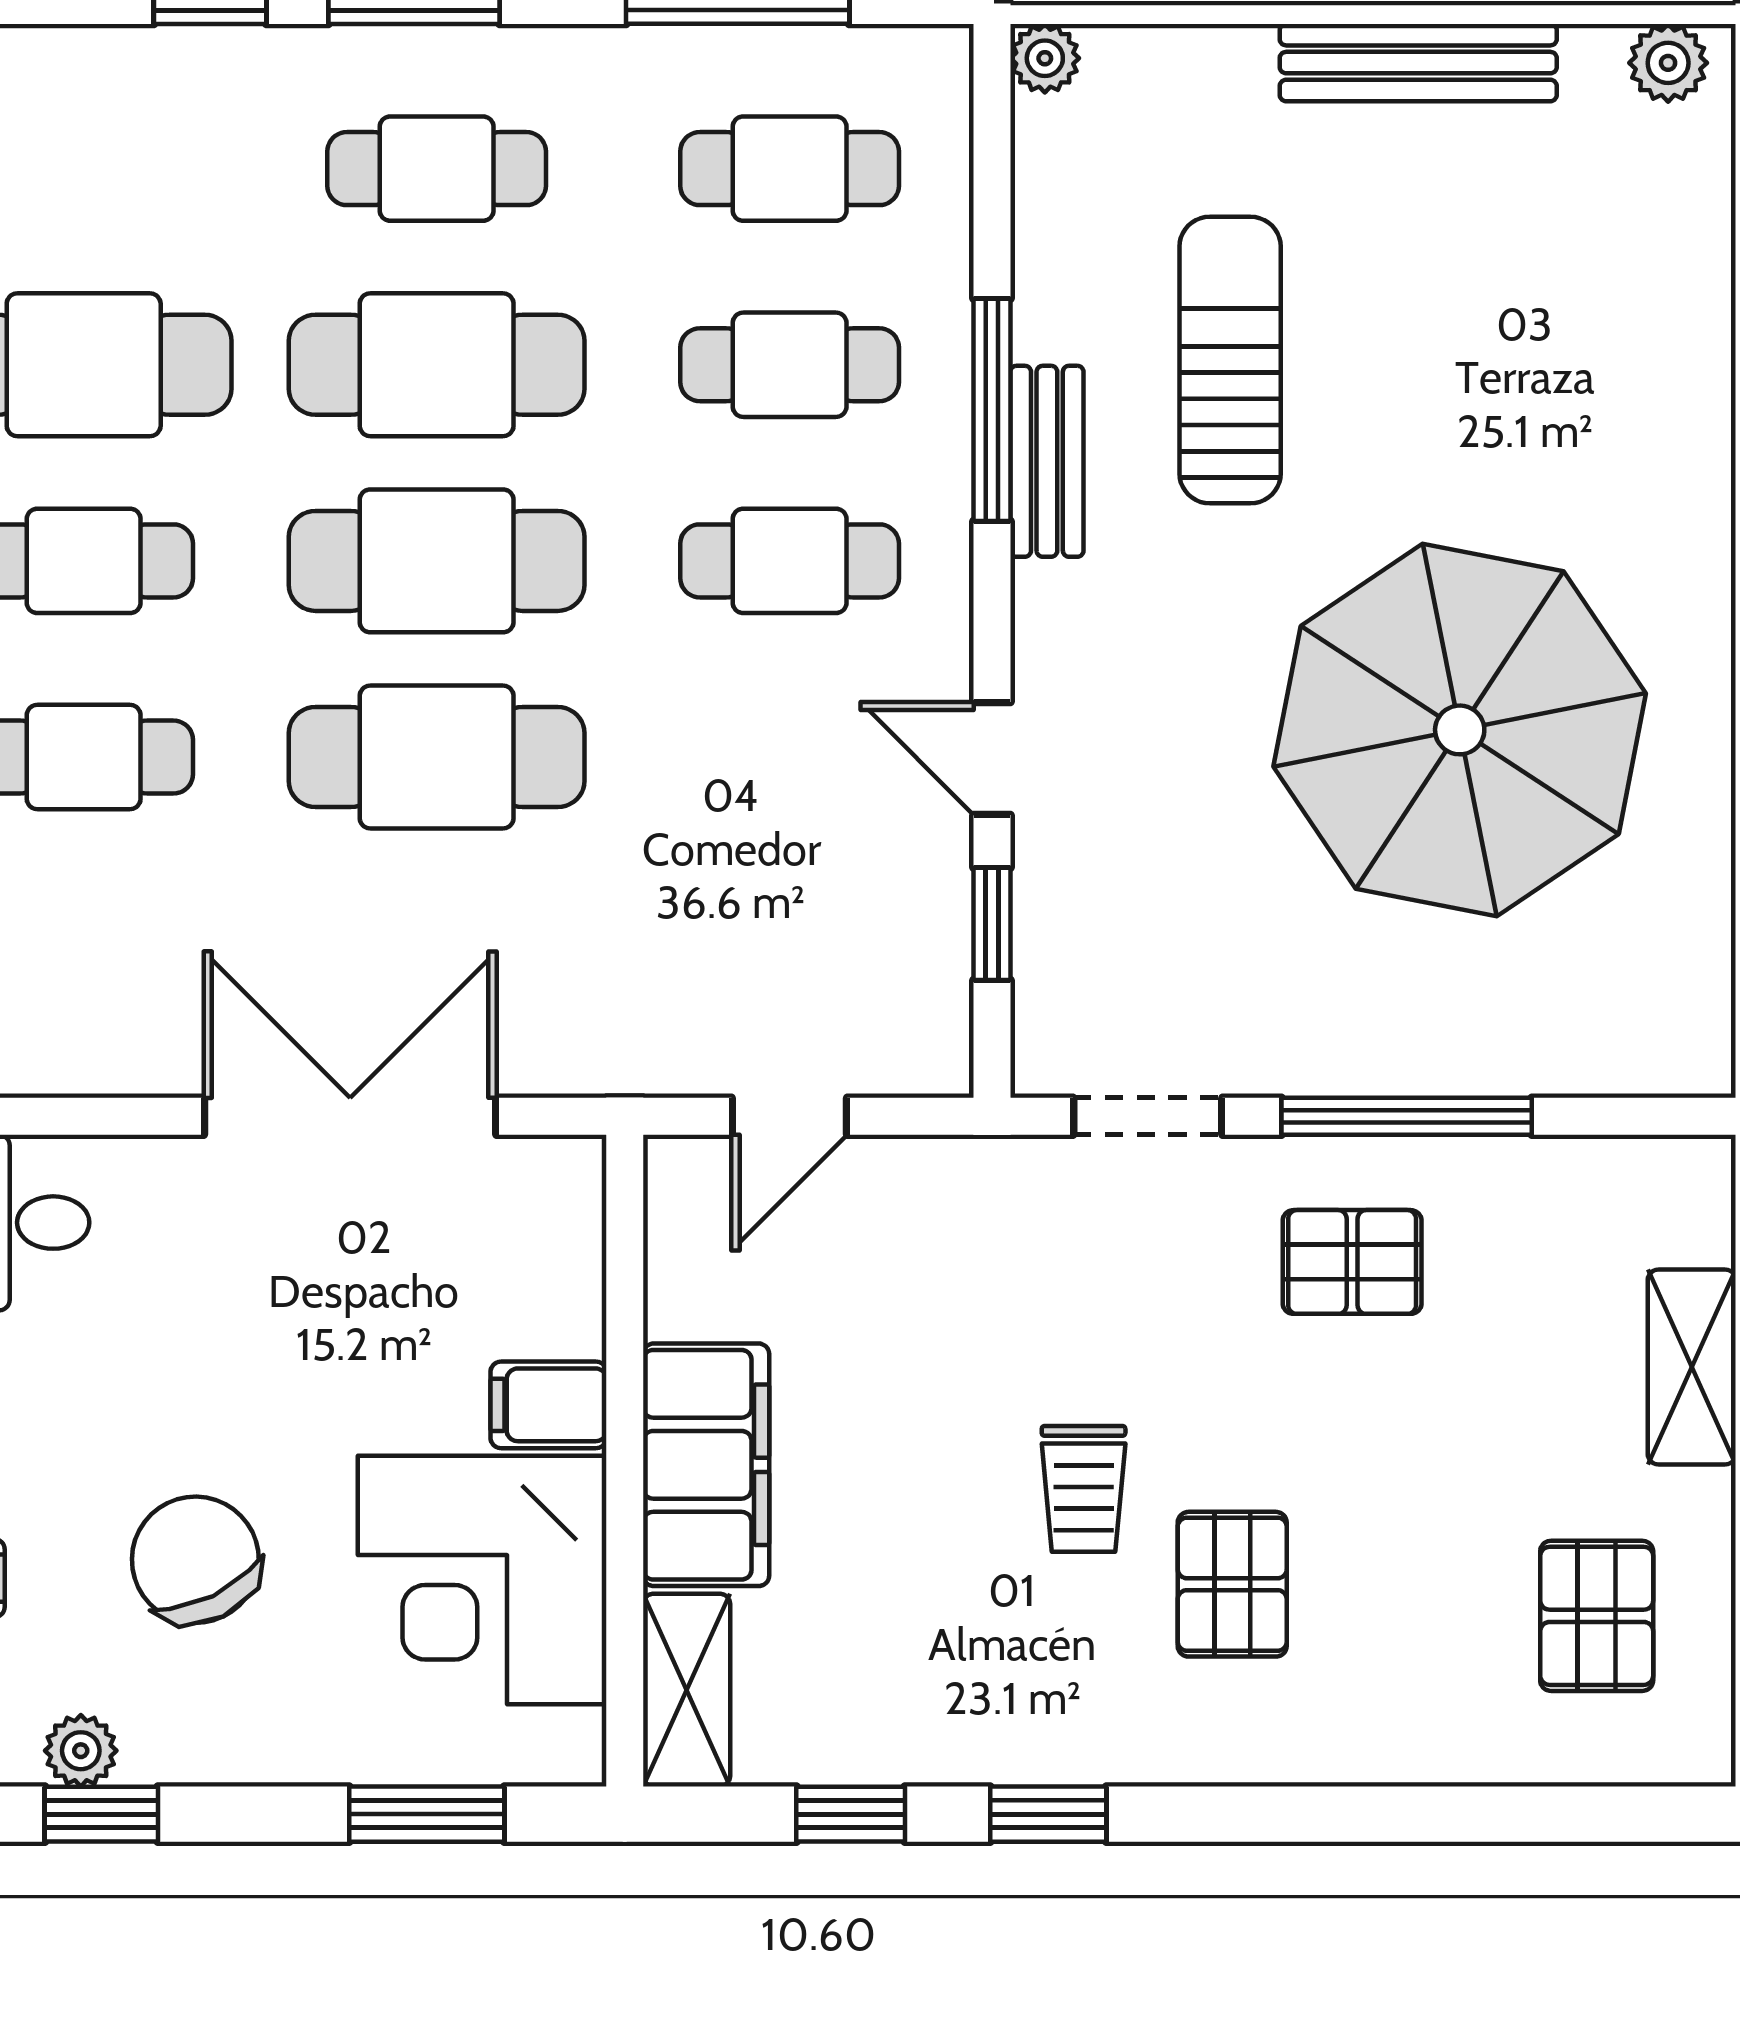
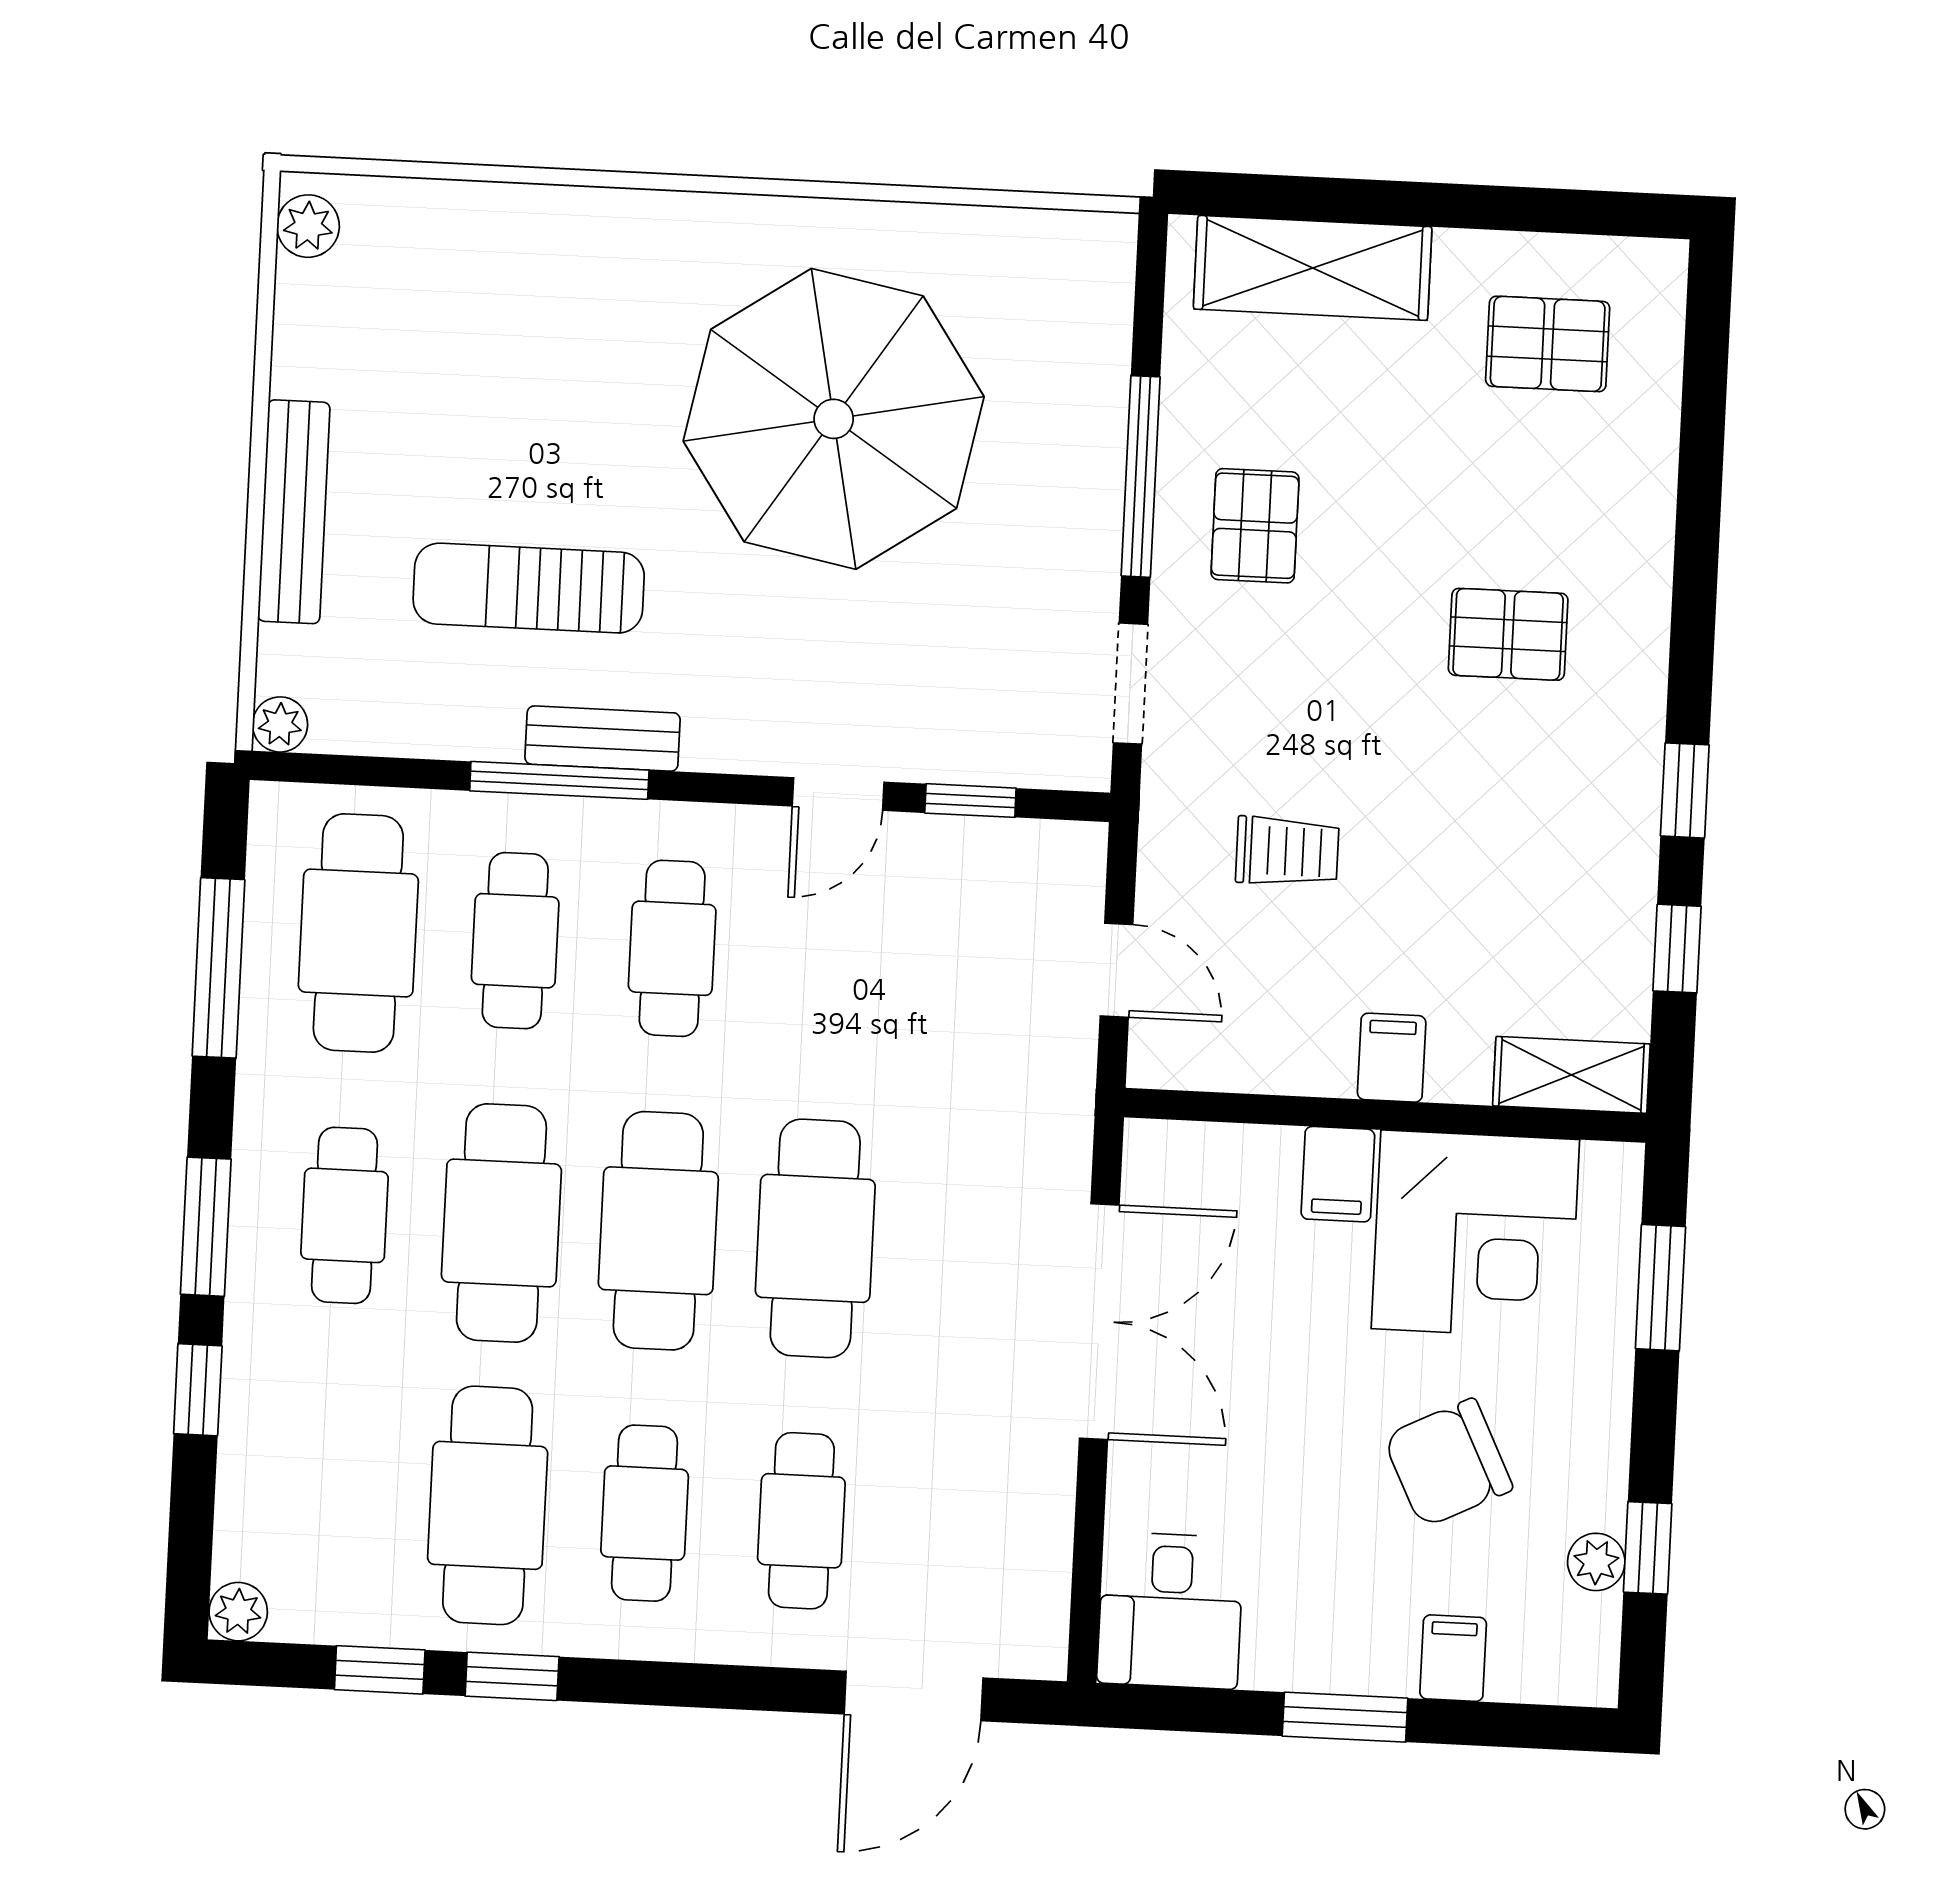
bench: (1418, 63) -> (294, 512), moved
cafe table: (790, 169) -> (358, 933), width x1.37, depth x1.35
double door: (350, 1116) -> (1099, 1322), swing flipped
shelving: (1692, 1367) -> (1313, 268), width x1.50, depth x1.33
filing cabinet: (706, 1465) -> (1392, 1058), width x0.33, depth x0.86
trolley: (1084, 1489) -> (1287, 851), moved

